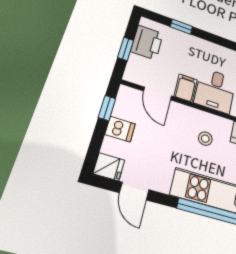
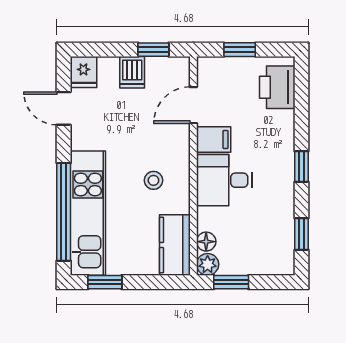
window: (181, 27) -> (302, 166), moved
printer: (147, 42) -> (277, 87), moved, turned 90
door: (134, 191) -> (64, 108), hinge flipped

